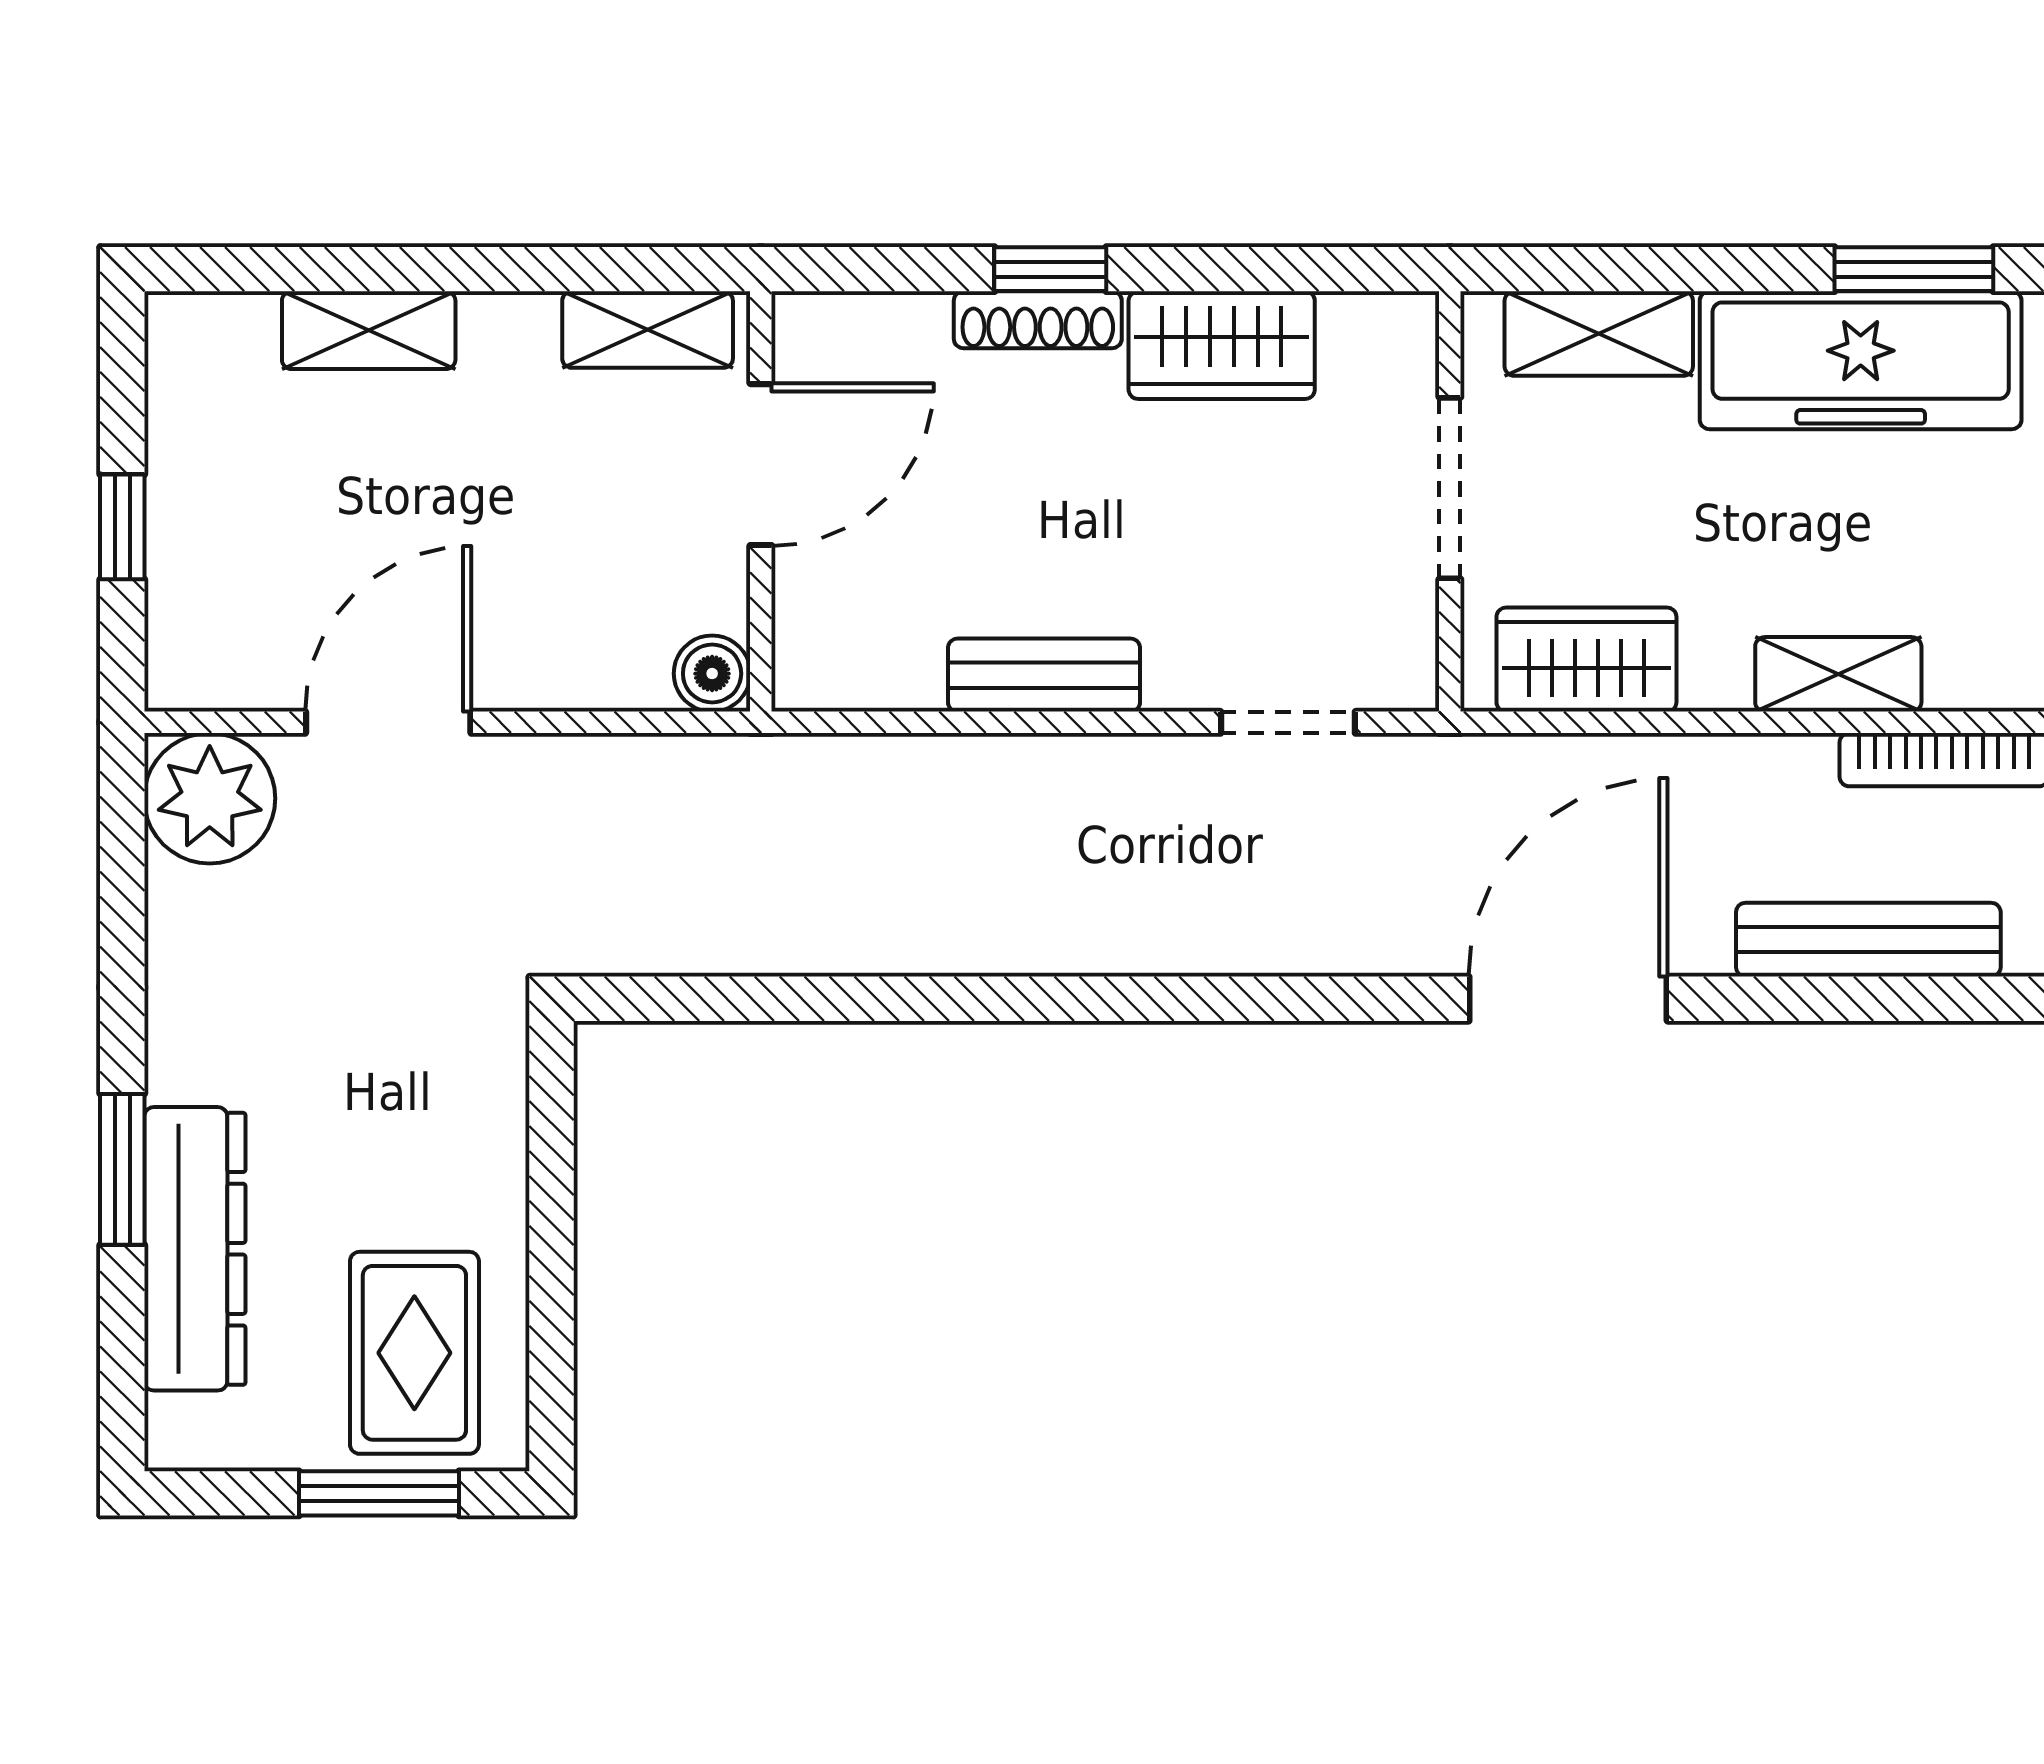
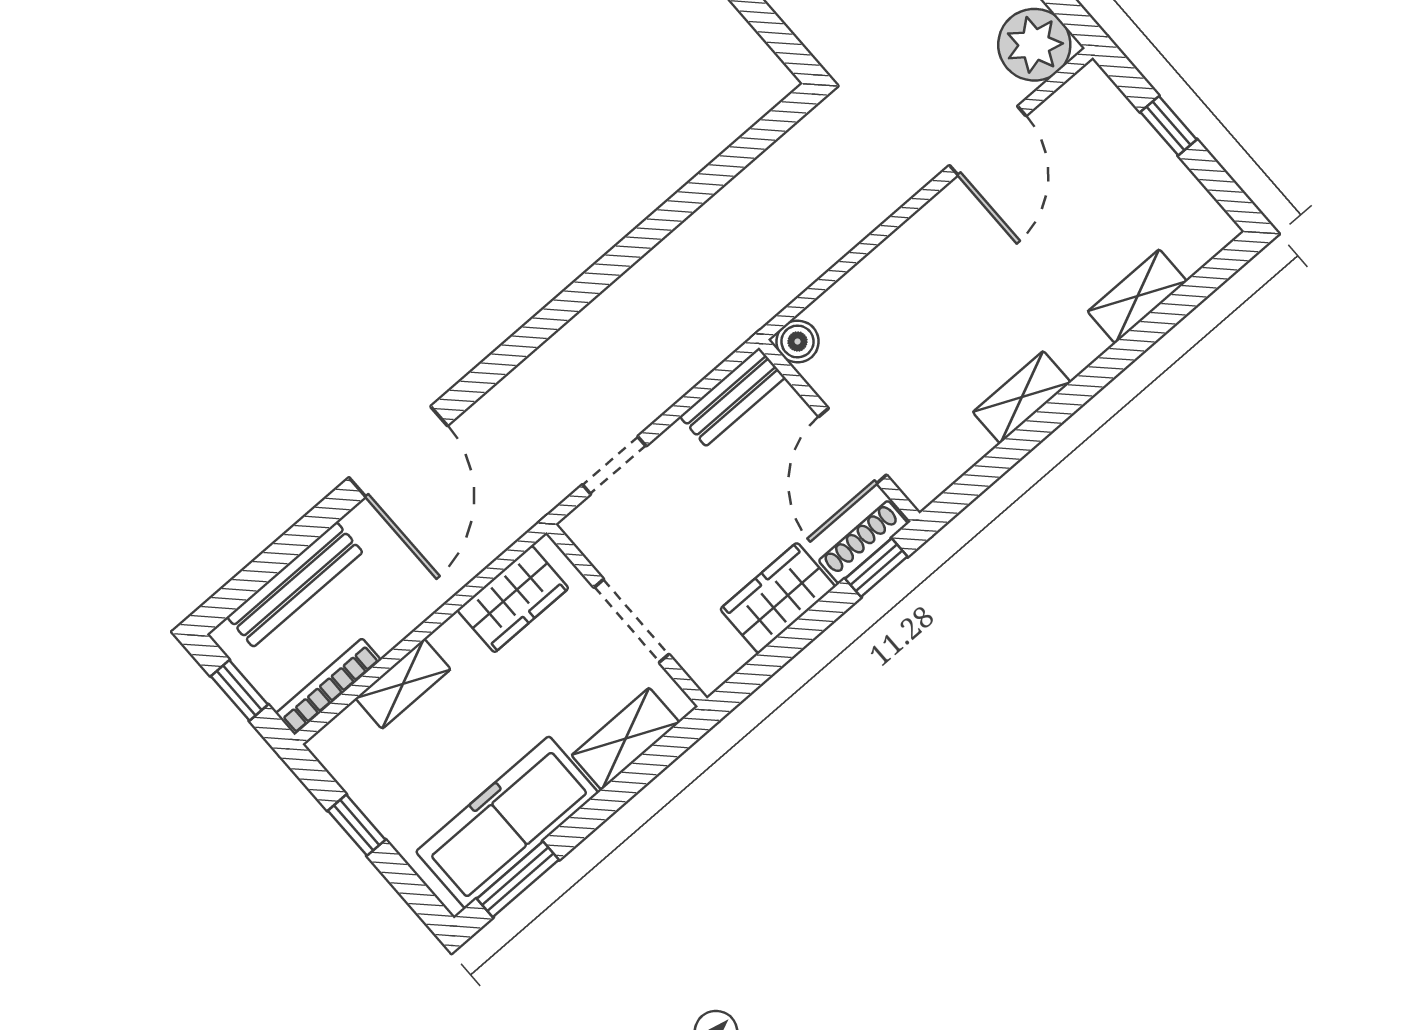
door: (761, 465) -> (853, 446), moved
wall: (761, 501) -> (839, 430), moved
boiler: (712, 674) -> (798, 341), moved

